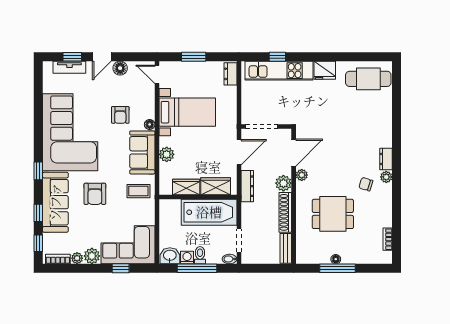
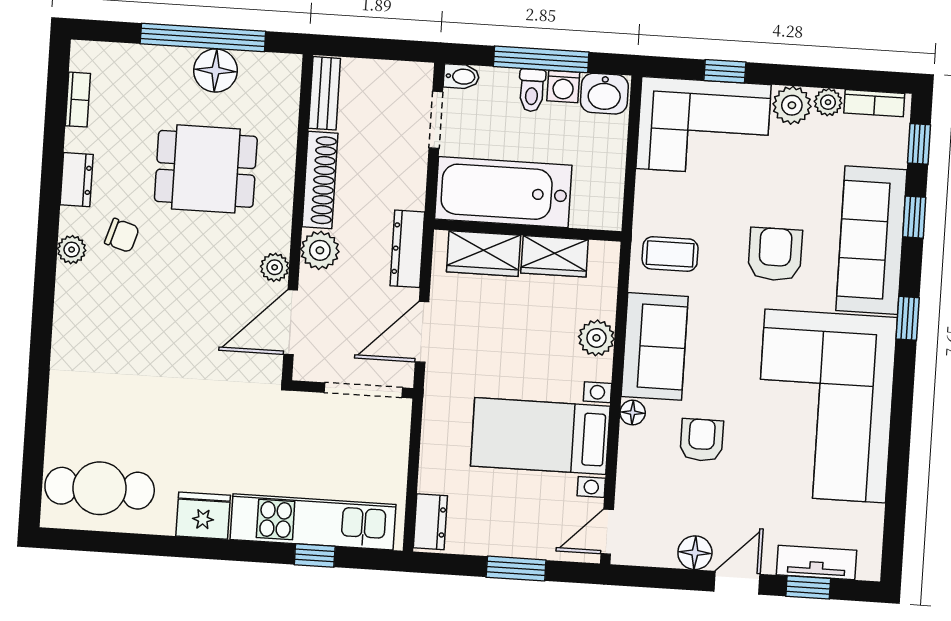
door: (157, 74) -> (607, 532), swing flipped
dresser: (386, 159) -> (77, 180), moved
floor lamp: (336, 259) -> (215, 70), width x1.89, depth x1.89
window: (338, 268) -> (203, 37), width x1.46

